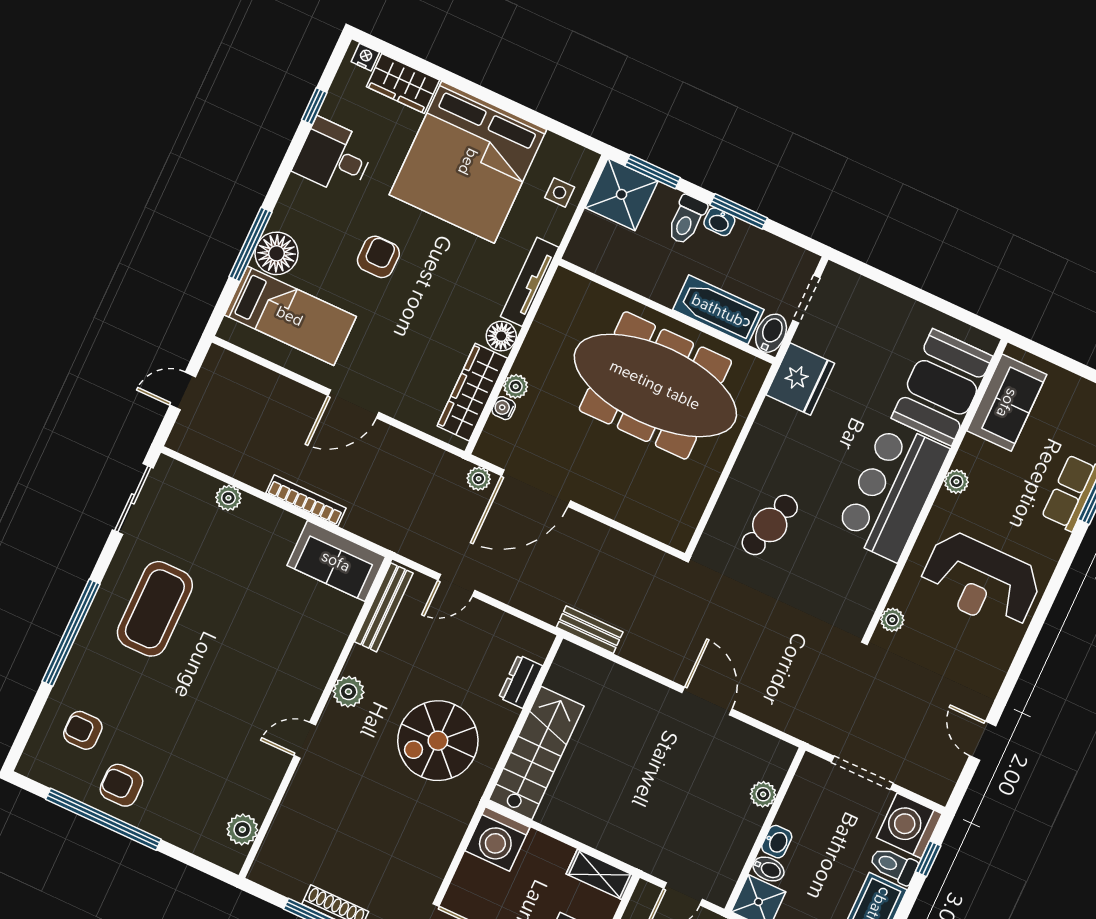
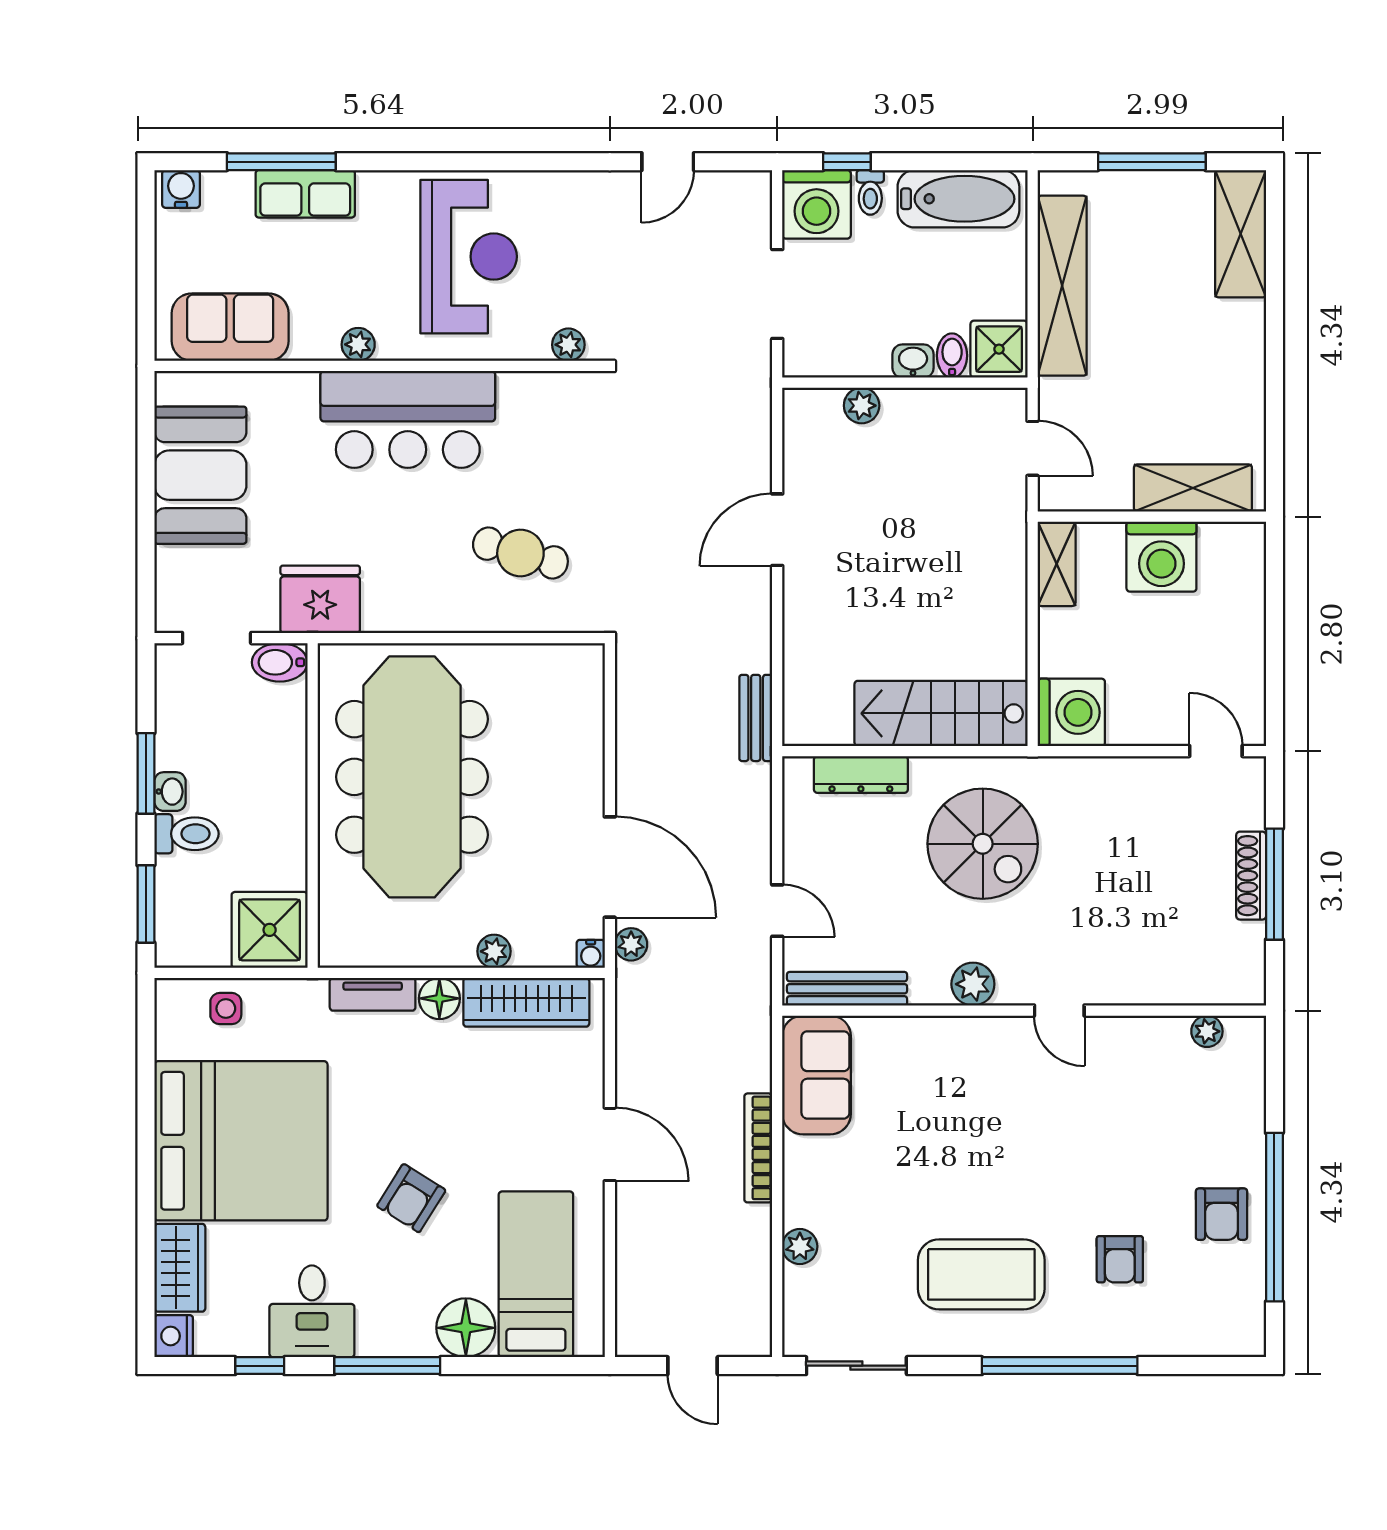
nightstand: (365, 57) -> (174, 1336), width x1.39, depth x1.35
shower: (622, 194) -> (270, 930), moved
window: (250, 244) -> (387, 1366), moved
armchair: (378, 257) -> (411, 1198), turned -58
tv unit: (530, 282) -> (373, 994), width x0.71
bathtub: (718, 310) -> (281, 742), removed
booth: (942, 387) -> (200, 475), moved, turned 90
water cooler: (504, 408) -> (591, 954), moved
dresser: (520, 682) -> (861, 774), width x1.44
armchair: (83, 730) -> (1120, 1259), moved
plant: (242, 829) -> (1207, 1031), width x0.73, depth x0.73
toilet: (894, 866) -> (870, 192), width x0.73, depth x0.72

